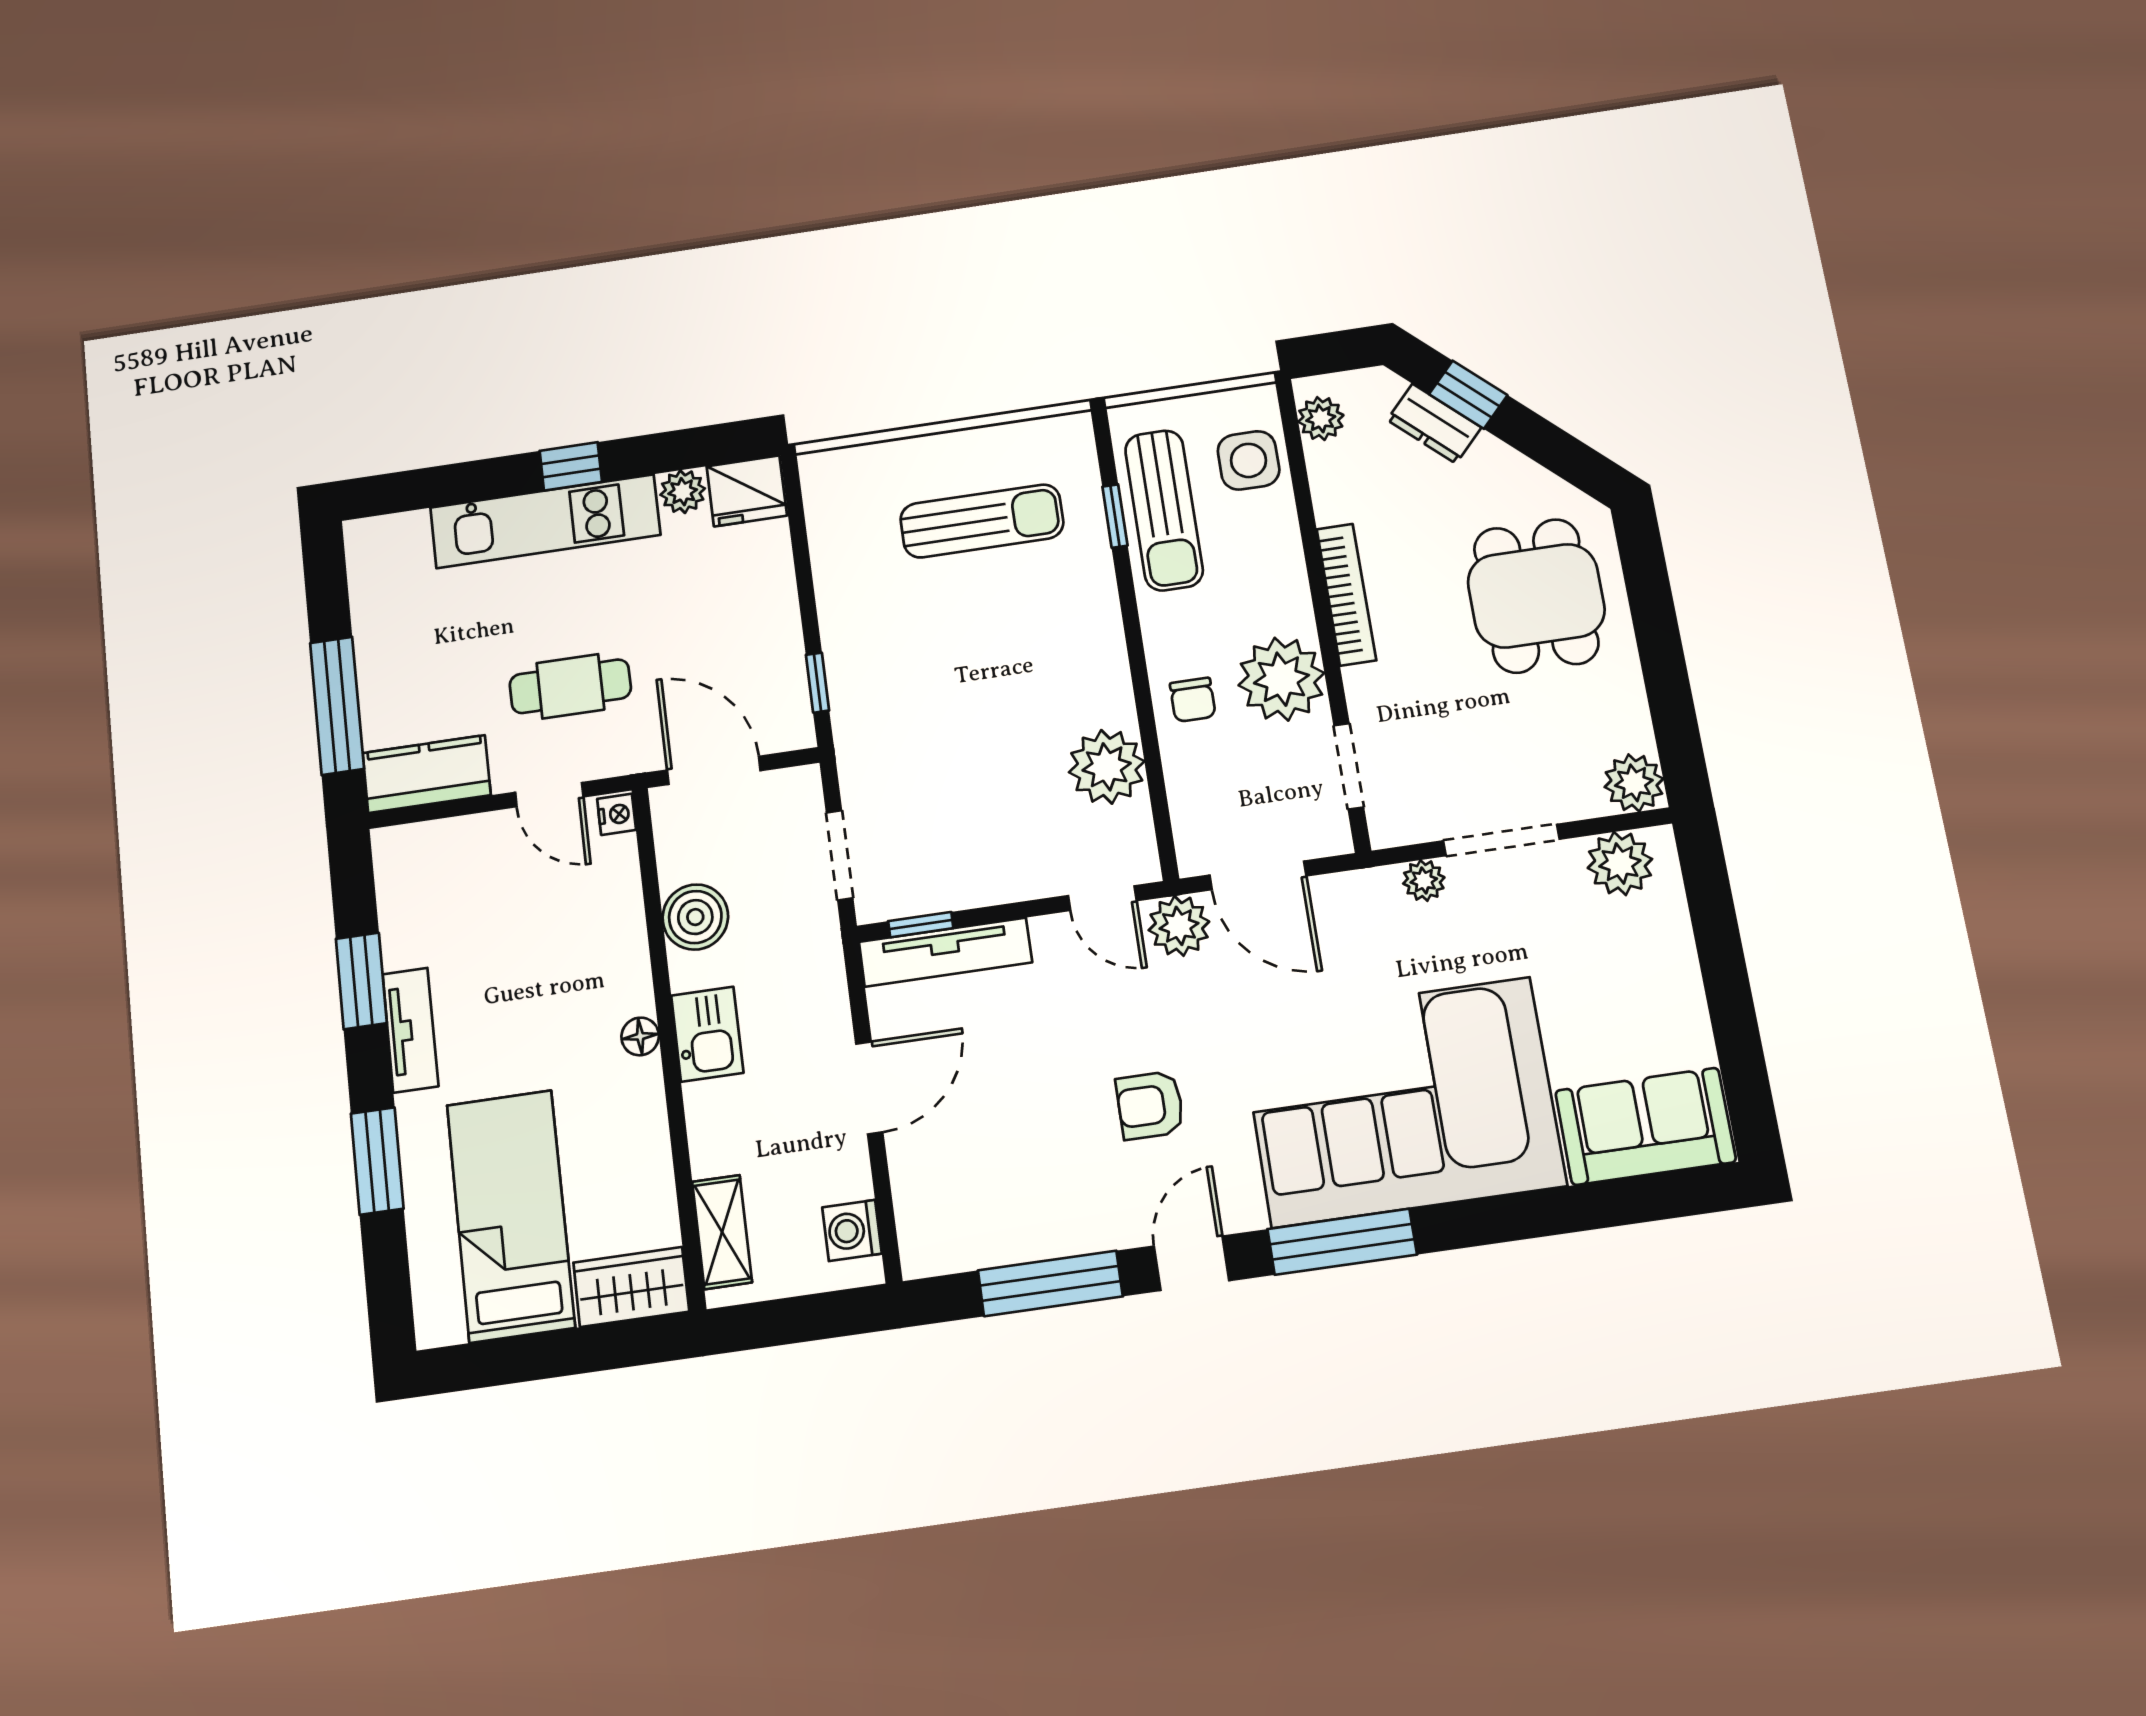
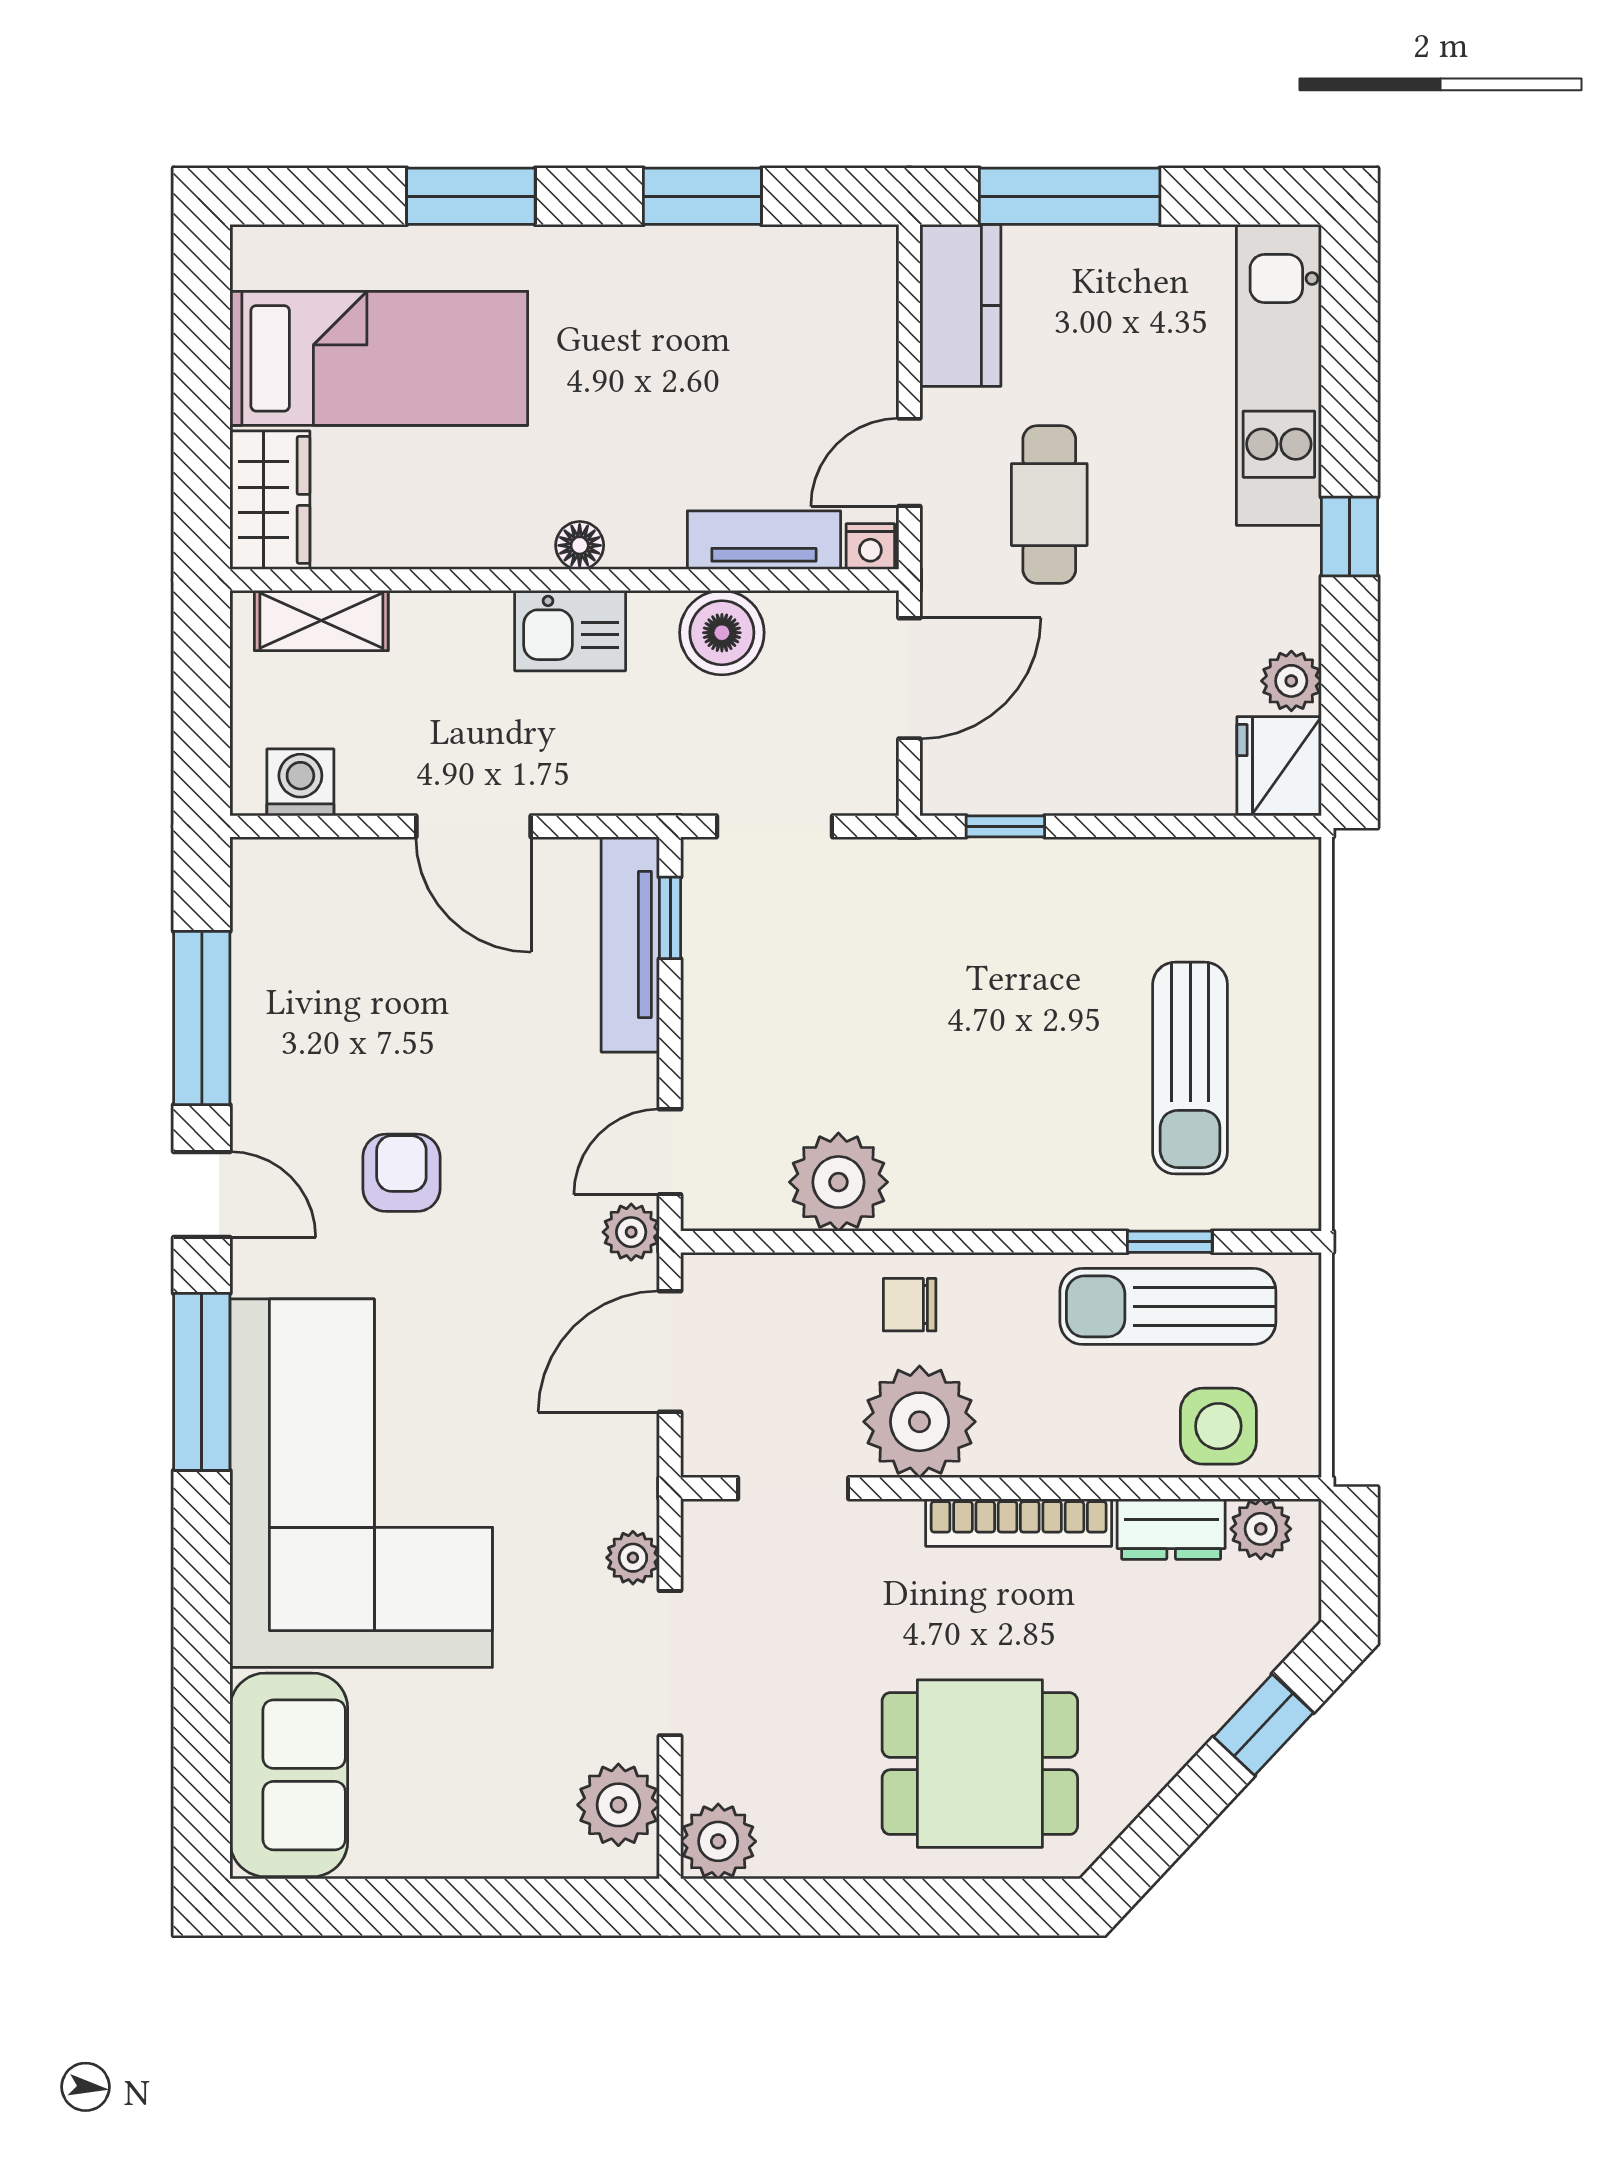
dresser: (1434, 424) -> (1171, 1529), moved, turned -133
kitchen unit: (545, 521) -> (1279, 375), moved
plant: (1179, 926) -> (631, 1232), width x0.73, depth x0.73
tv unit: (410, 1030) -> (764, 540), moved, turned 180

